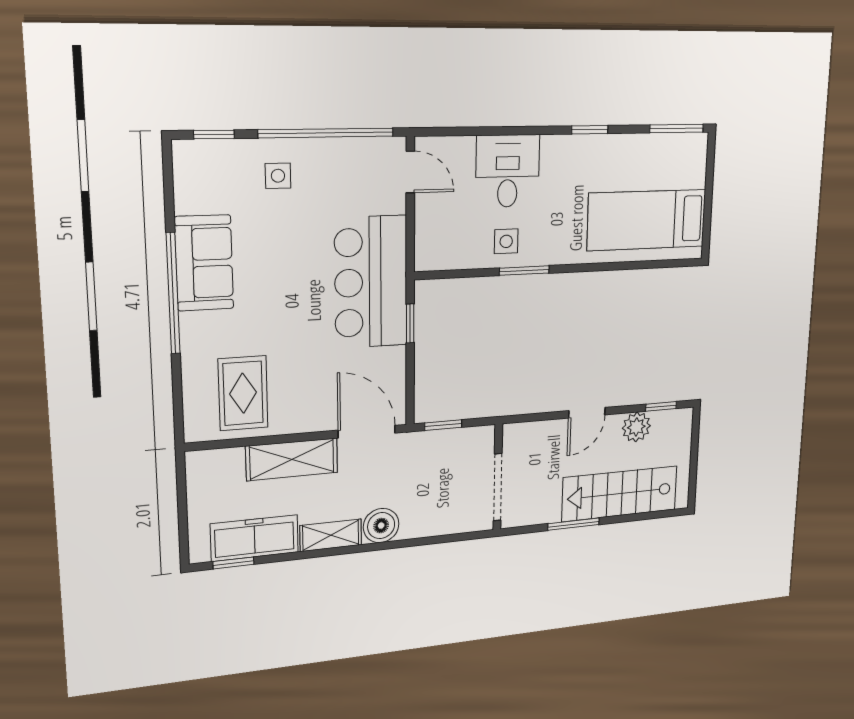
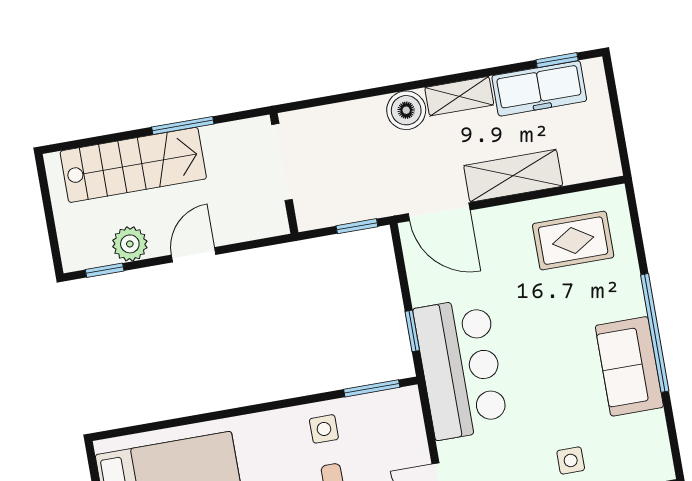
window: (524, 271) -> (372, 388), moved
rug: (243, 393) -> (573, 241), turned 90

